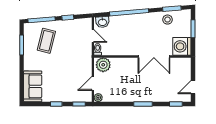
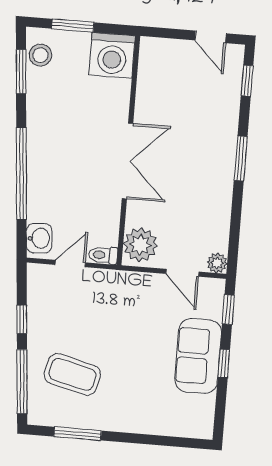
stool: (168, 20) -> (40, 55), moved
double door: (154, 56) -> (127, 161), moved
sofa: (33, 86) -> (198, 356), moved, turned -90

